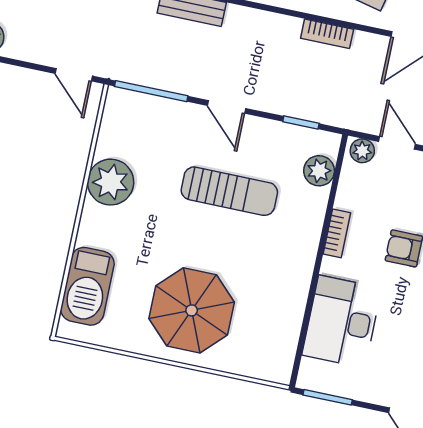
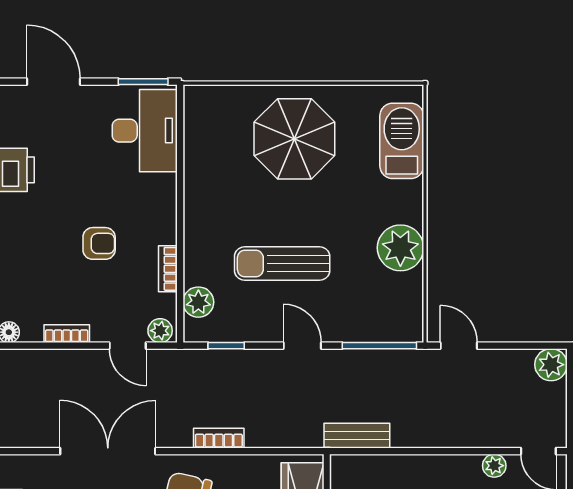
bookcase: (337, 233) -> (168, 269), moved
desk: (342, 322) -> (145, 131), moved

